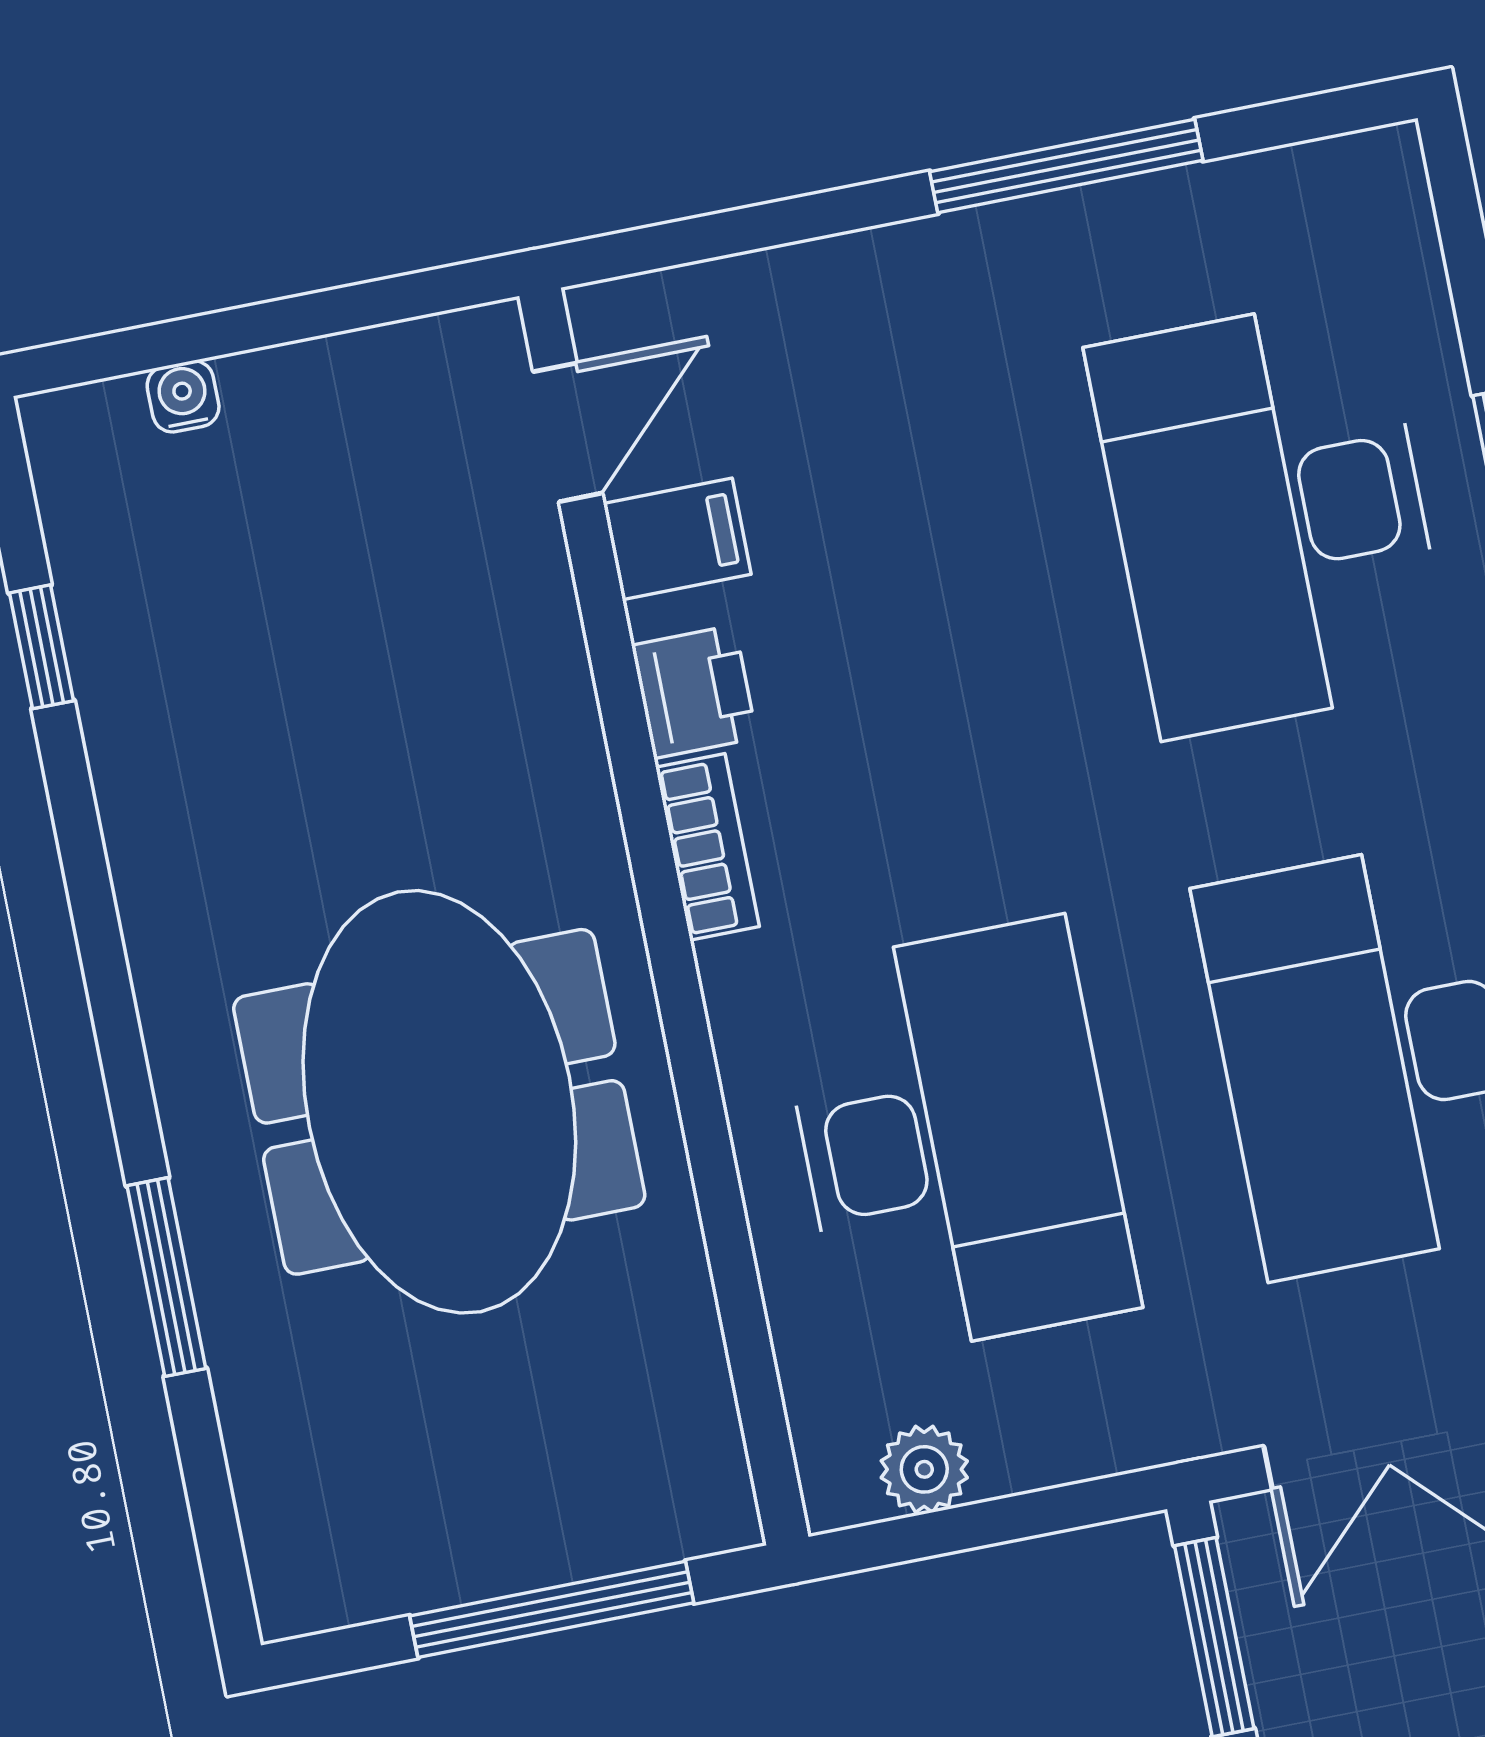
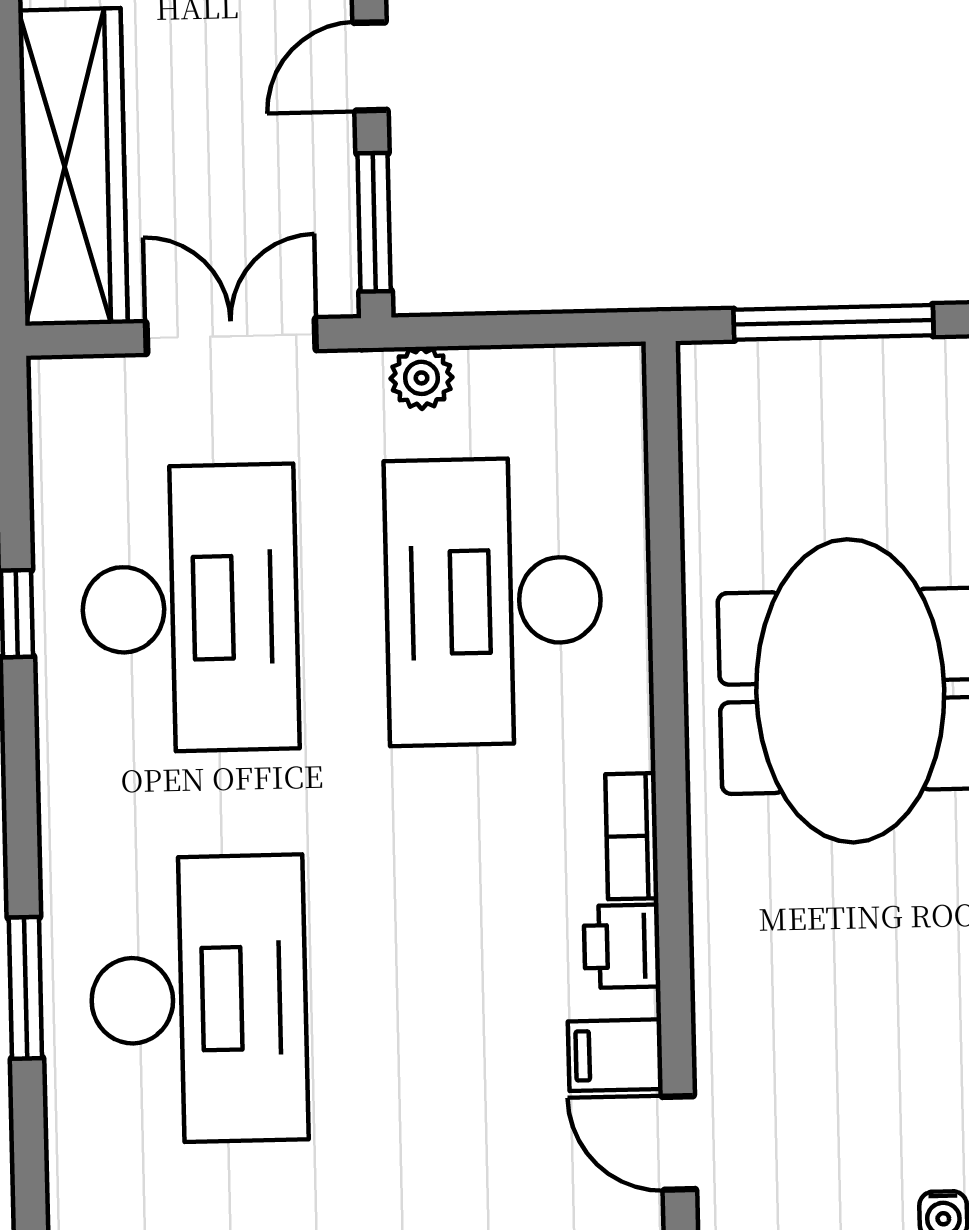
door: (568, 432) -> (679, 1143), hinge flipped
plant: (924, 1469) -> (421, 378), moved

